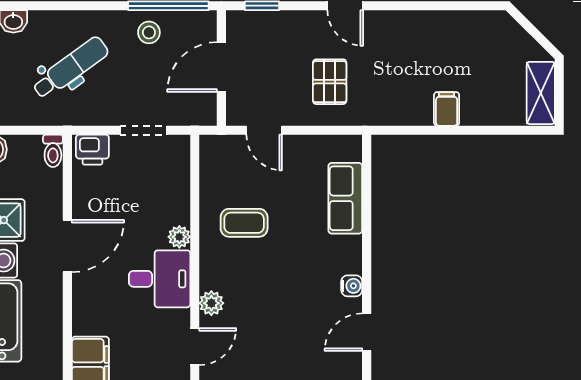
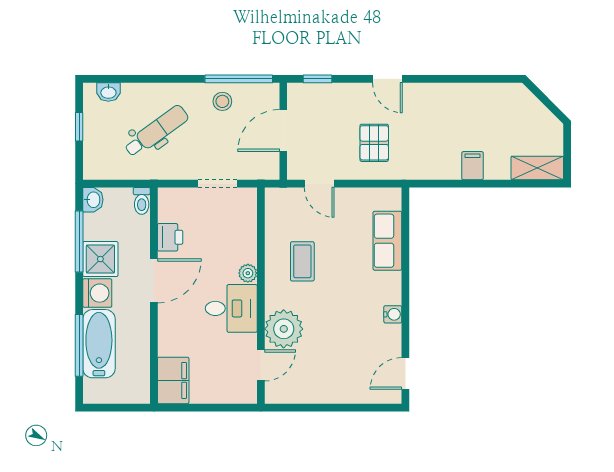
shelving: (541, 93) -> (537, 168), moved, turned 90
printer: (92, 150) -> (170, 237), moved, turned -90
coffee table: (244, 223) -> (302, 261), turned 90
plant: (211, 303) -> (284, 329), width x1.87, depth x1.87
door: (367, 332) -> (405, 373), moved

